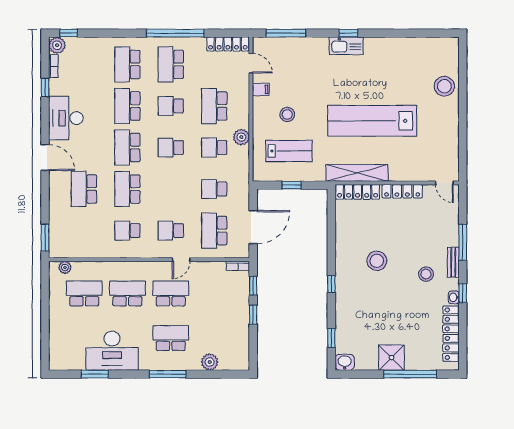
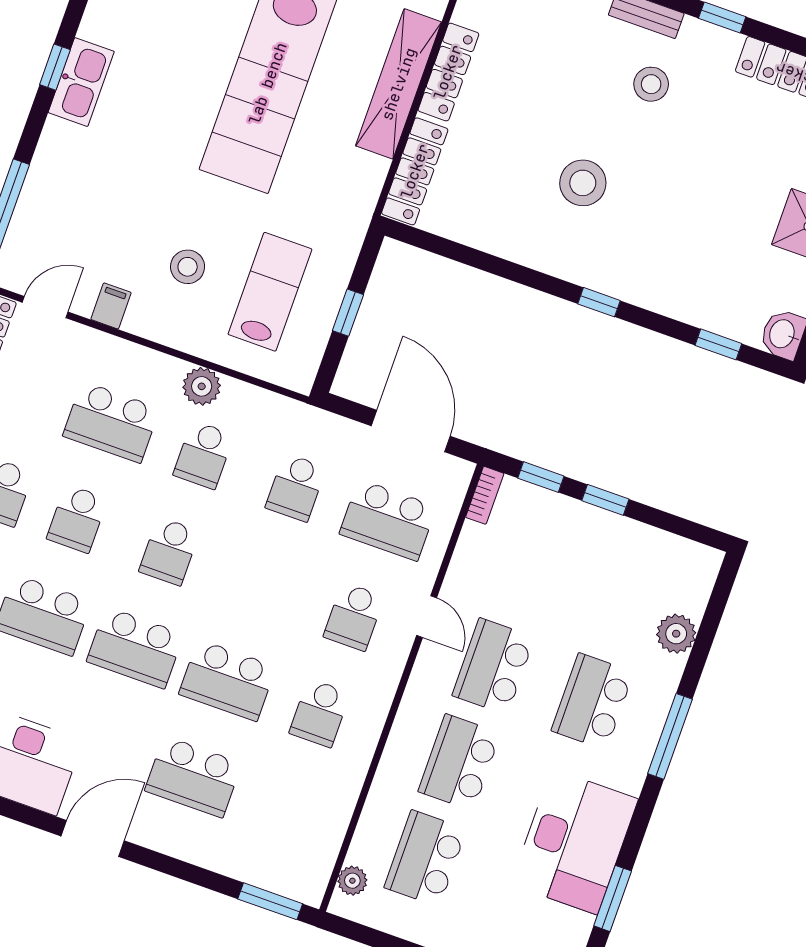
shelving: (357, 173) -> (399, 84), moved
washbasin: (454, 297) -> (725, 41), removed

